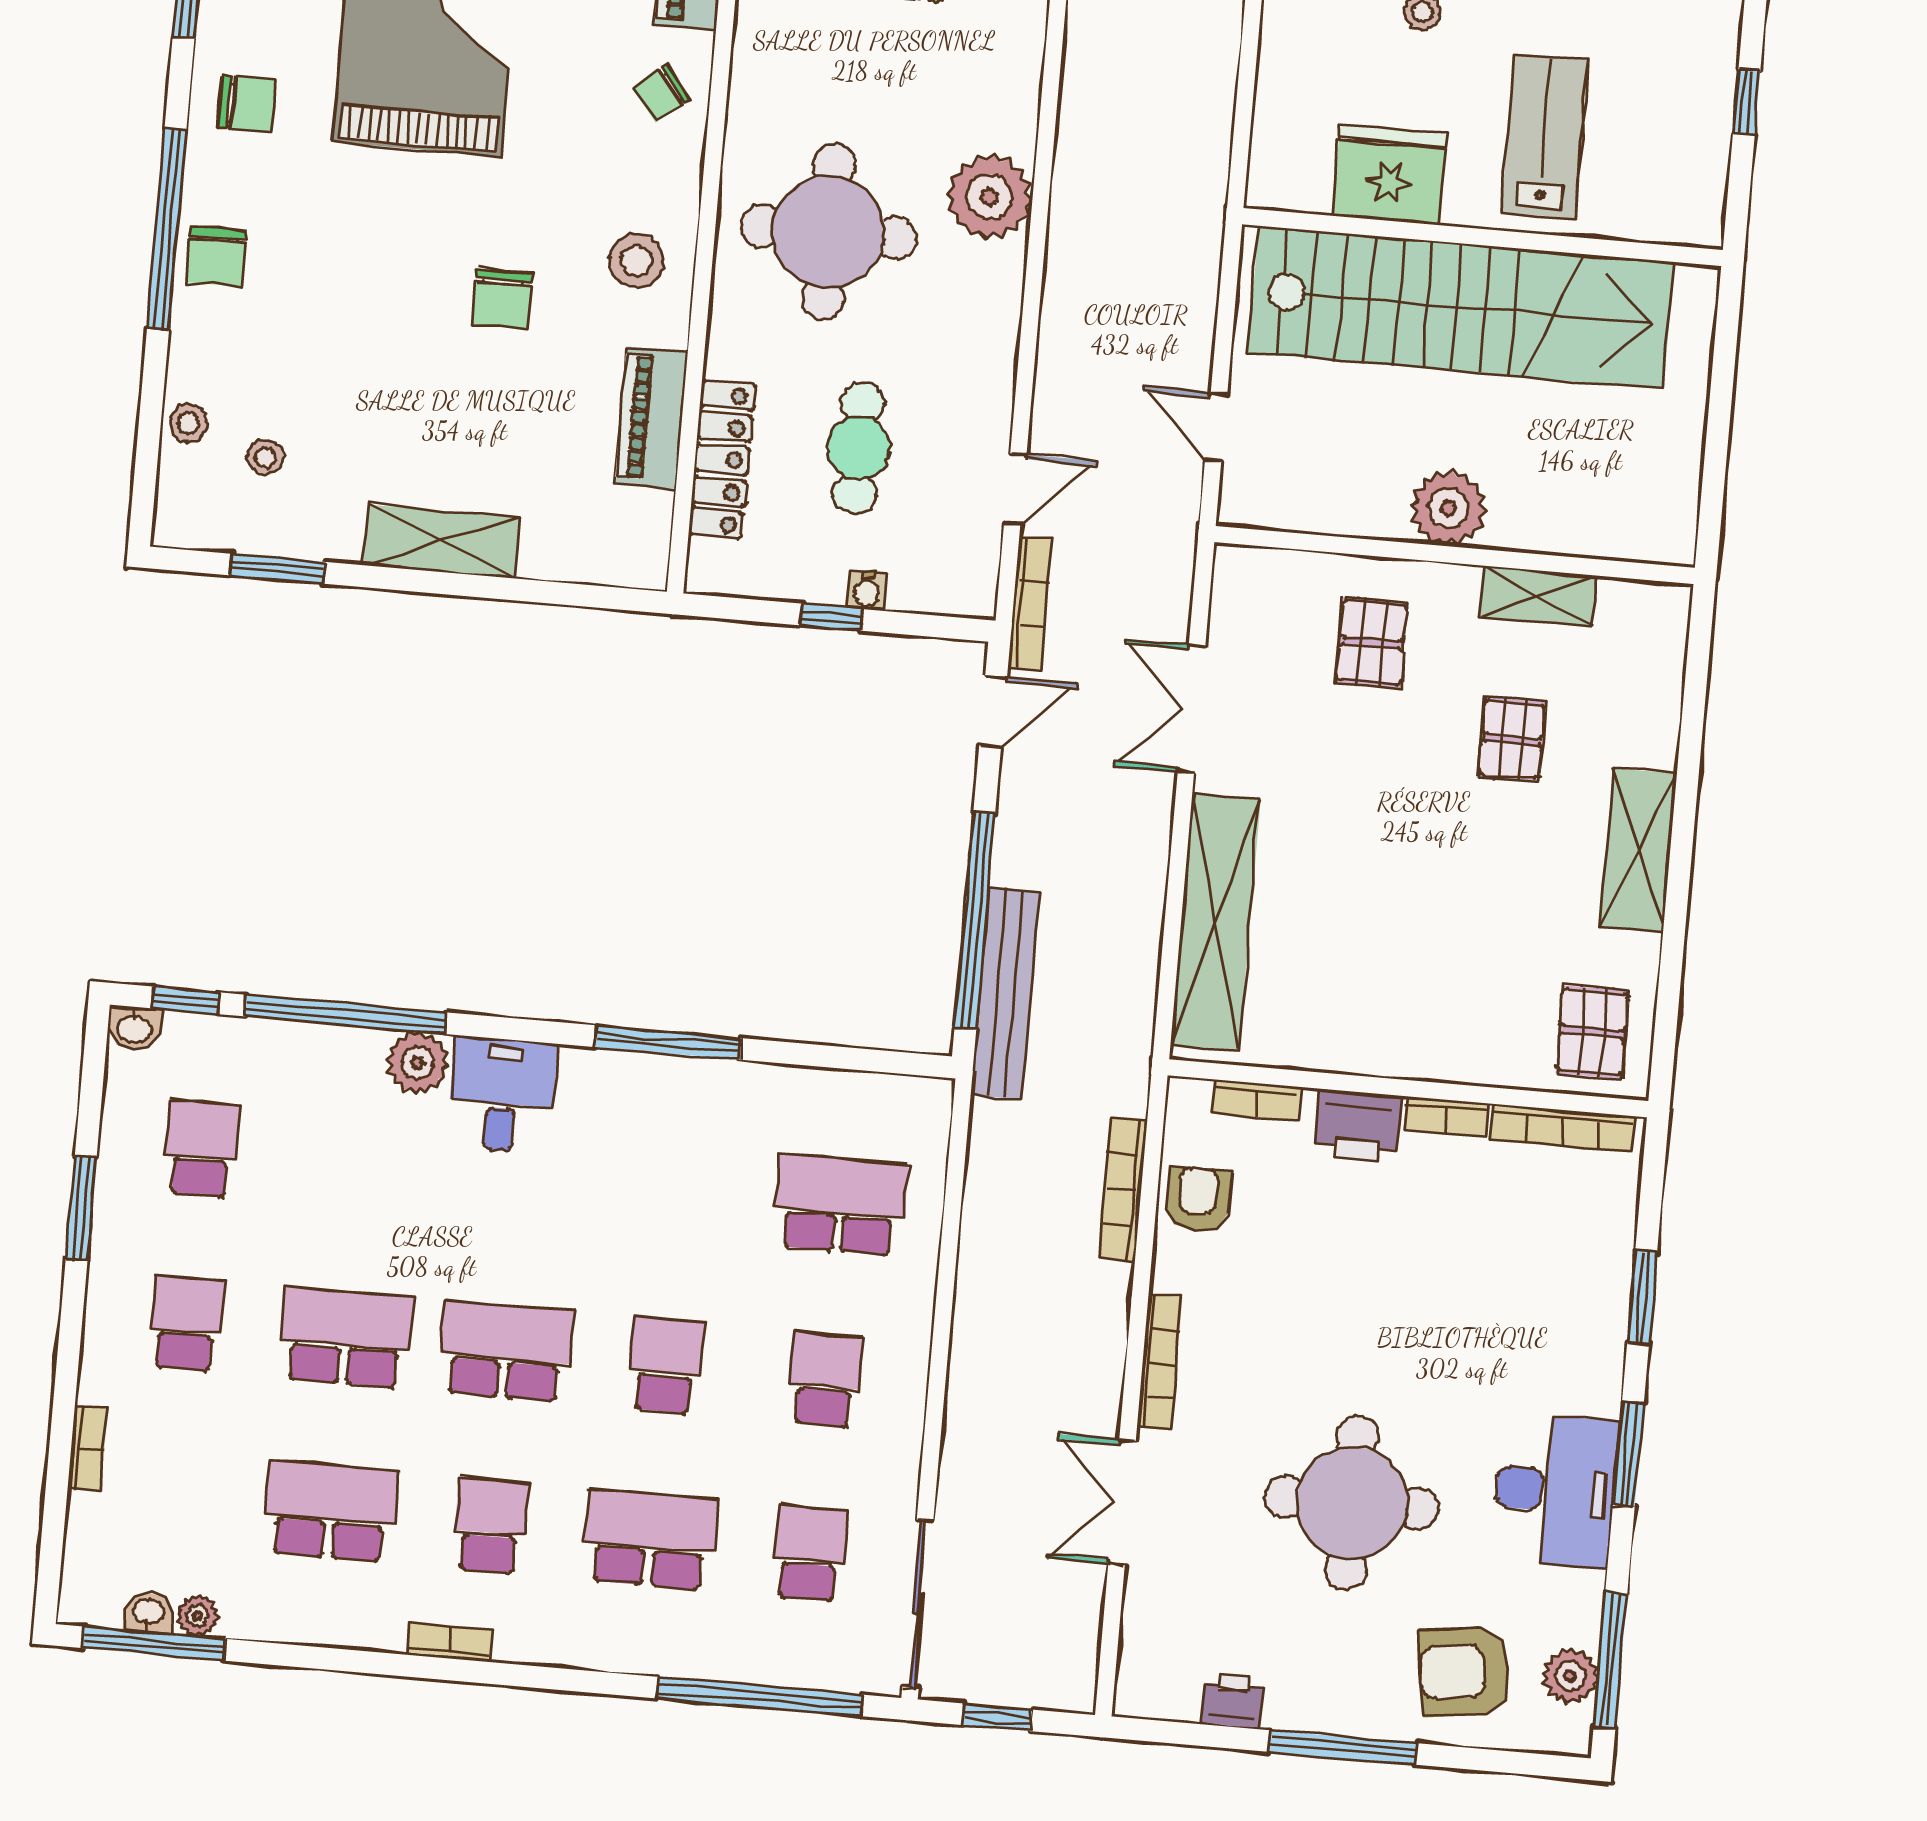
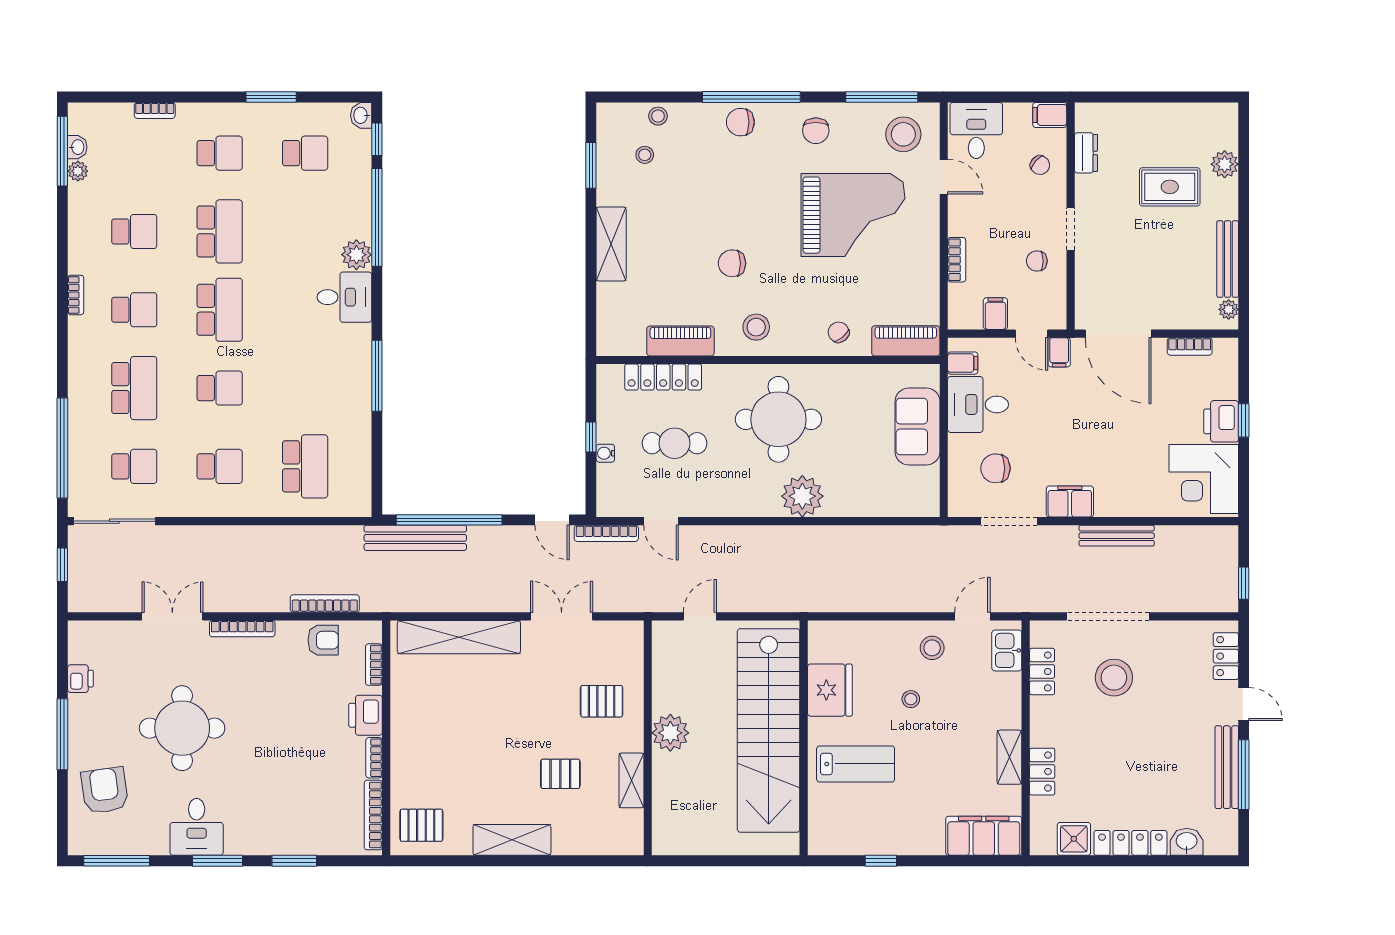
desk: (1556, 1491) -> (197, 827), width x0.73
school desk: (331, 1511) -> (134, 231), width x0.54
plant: (1570, 1676) -> (107, 842), removed

